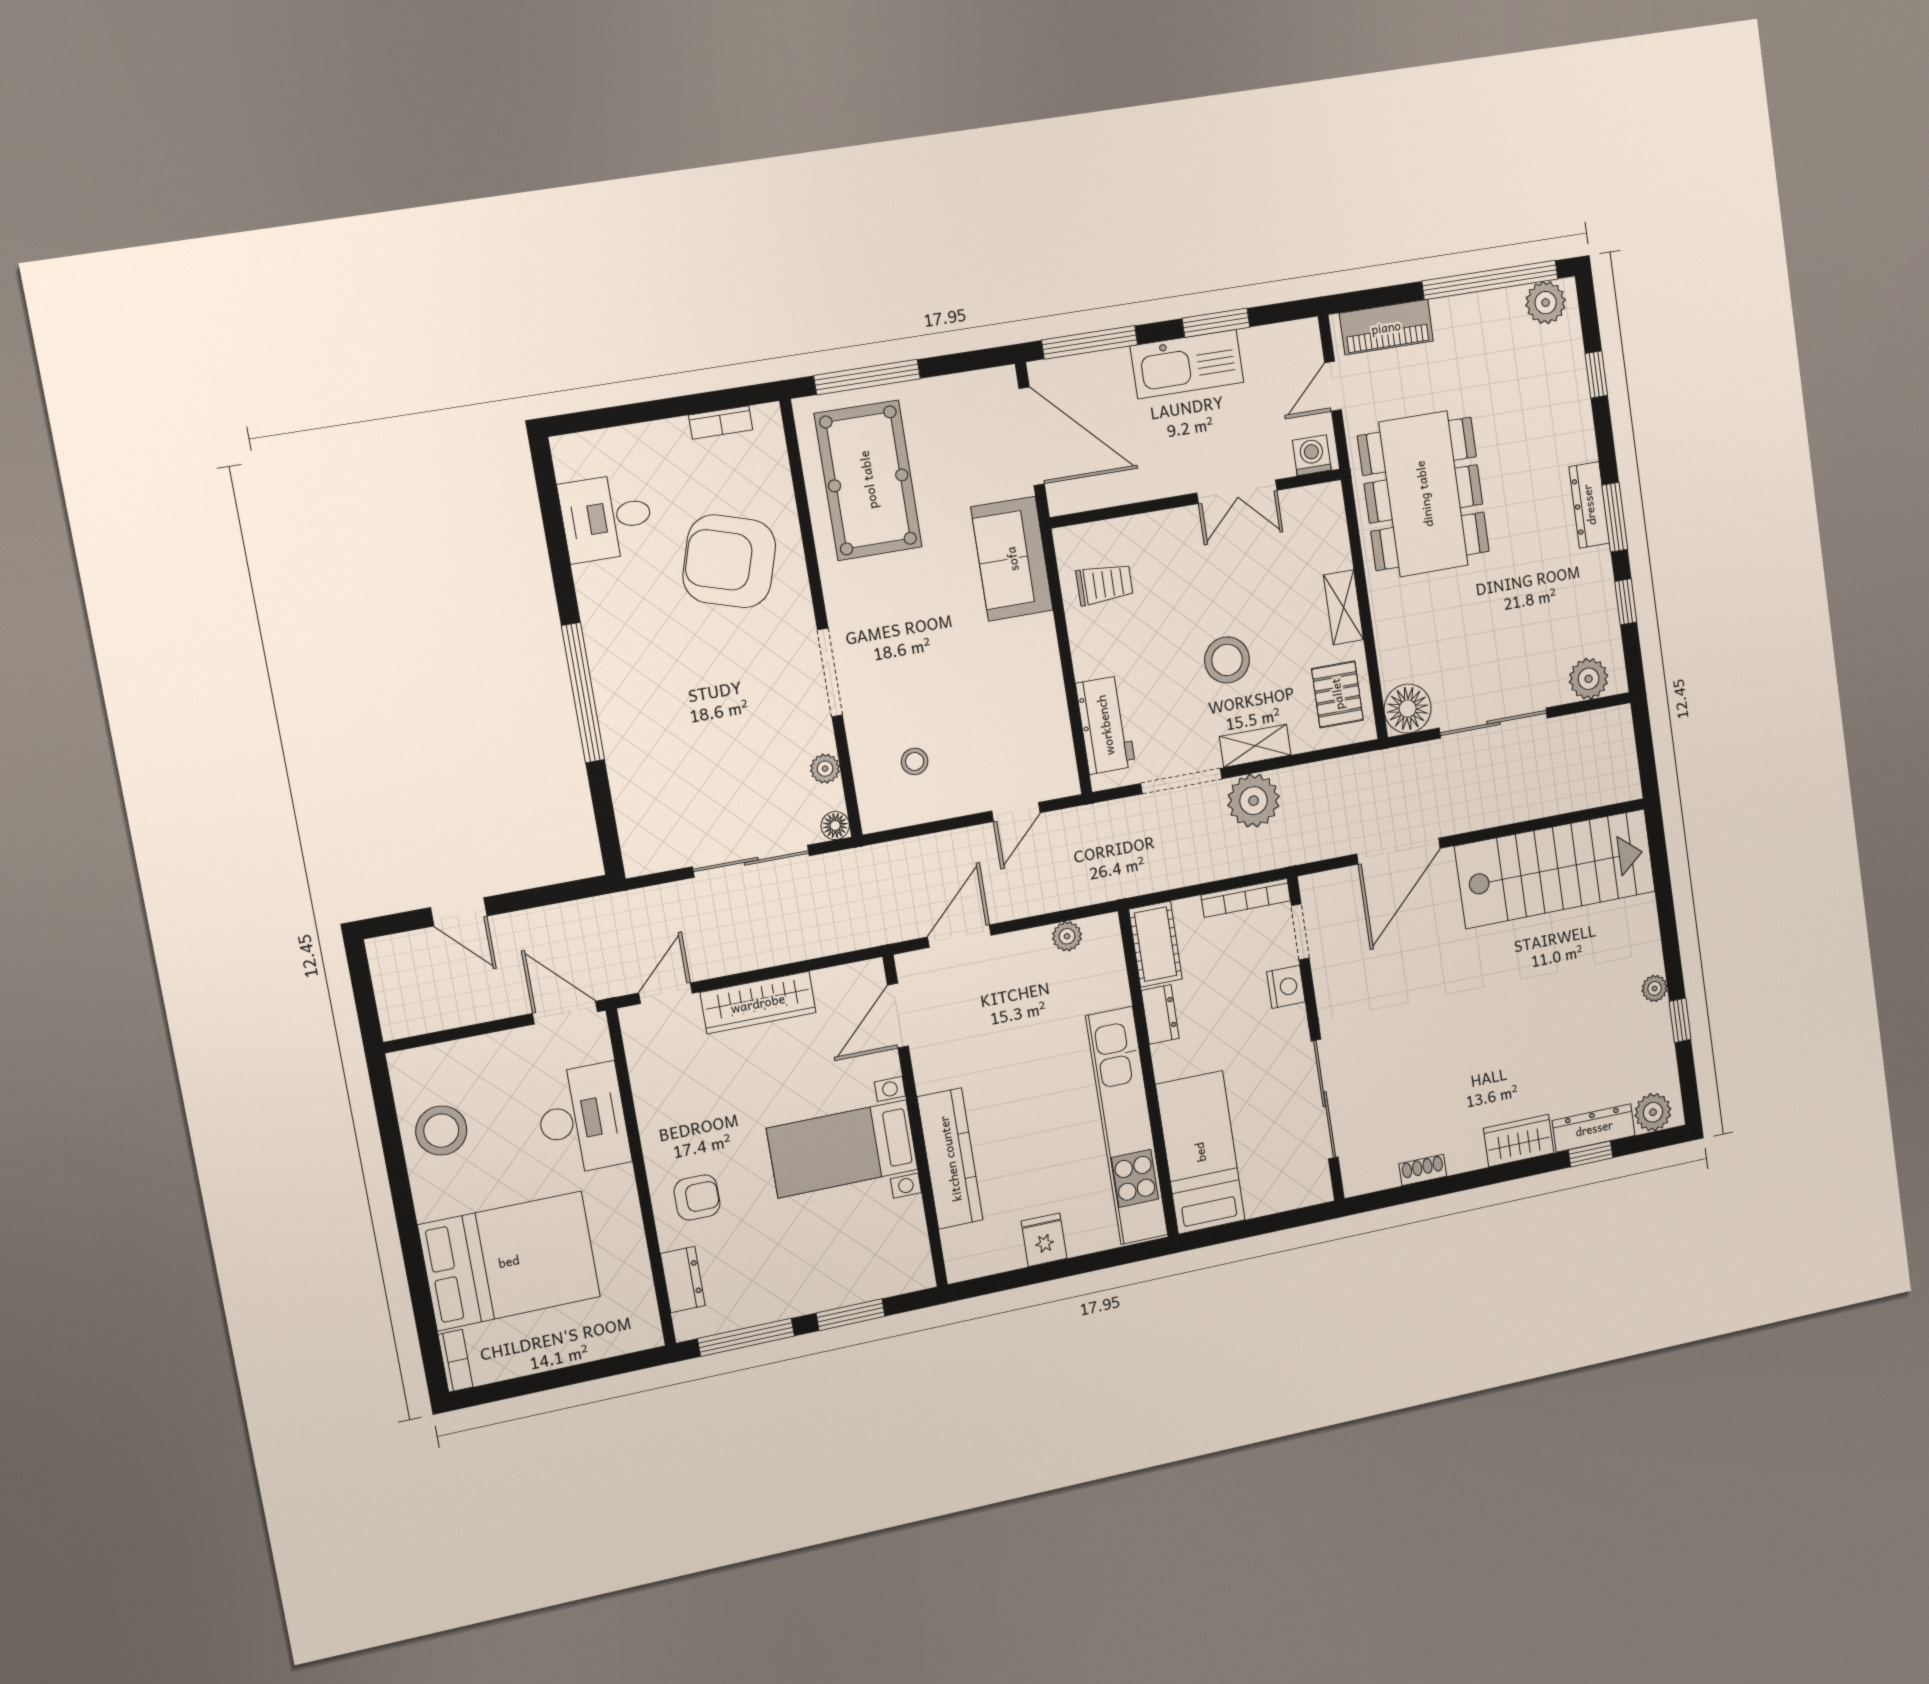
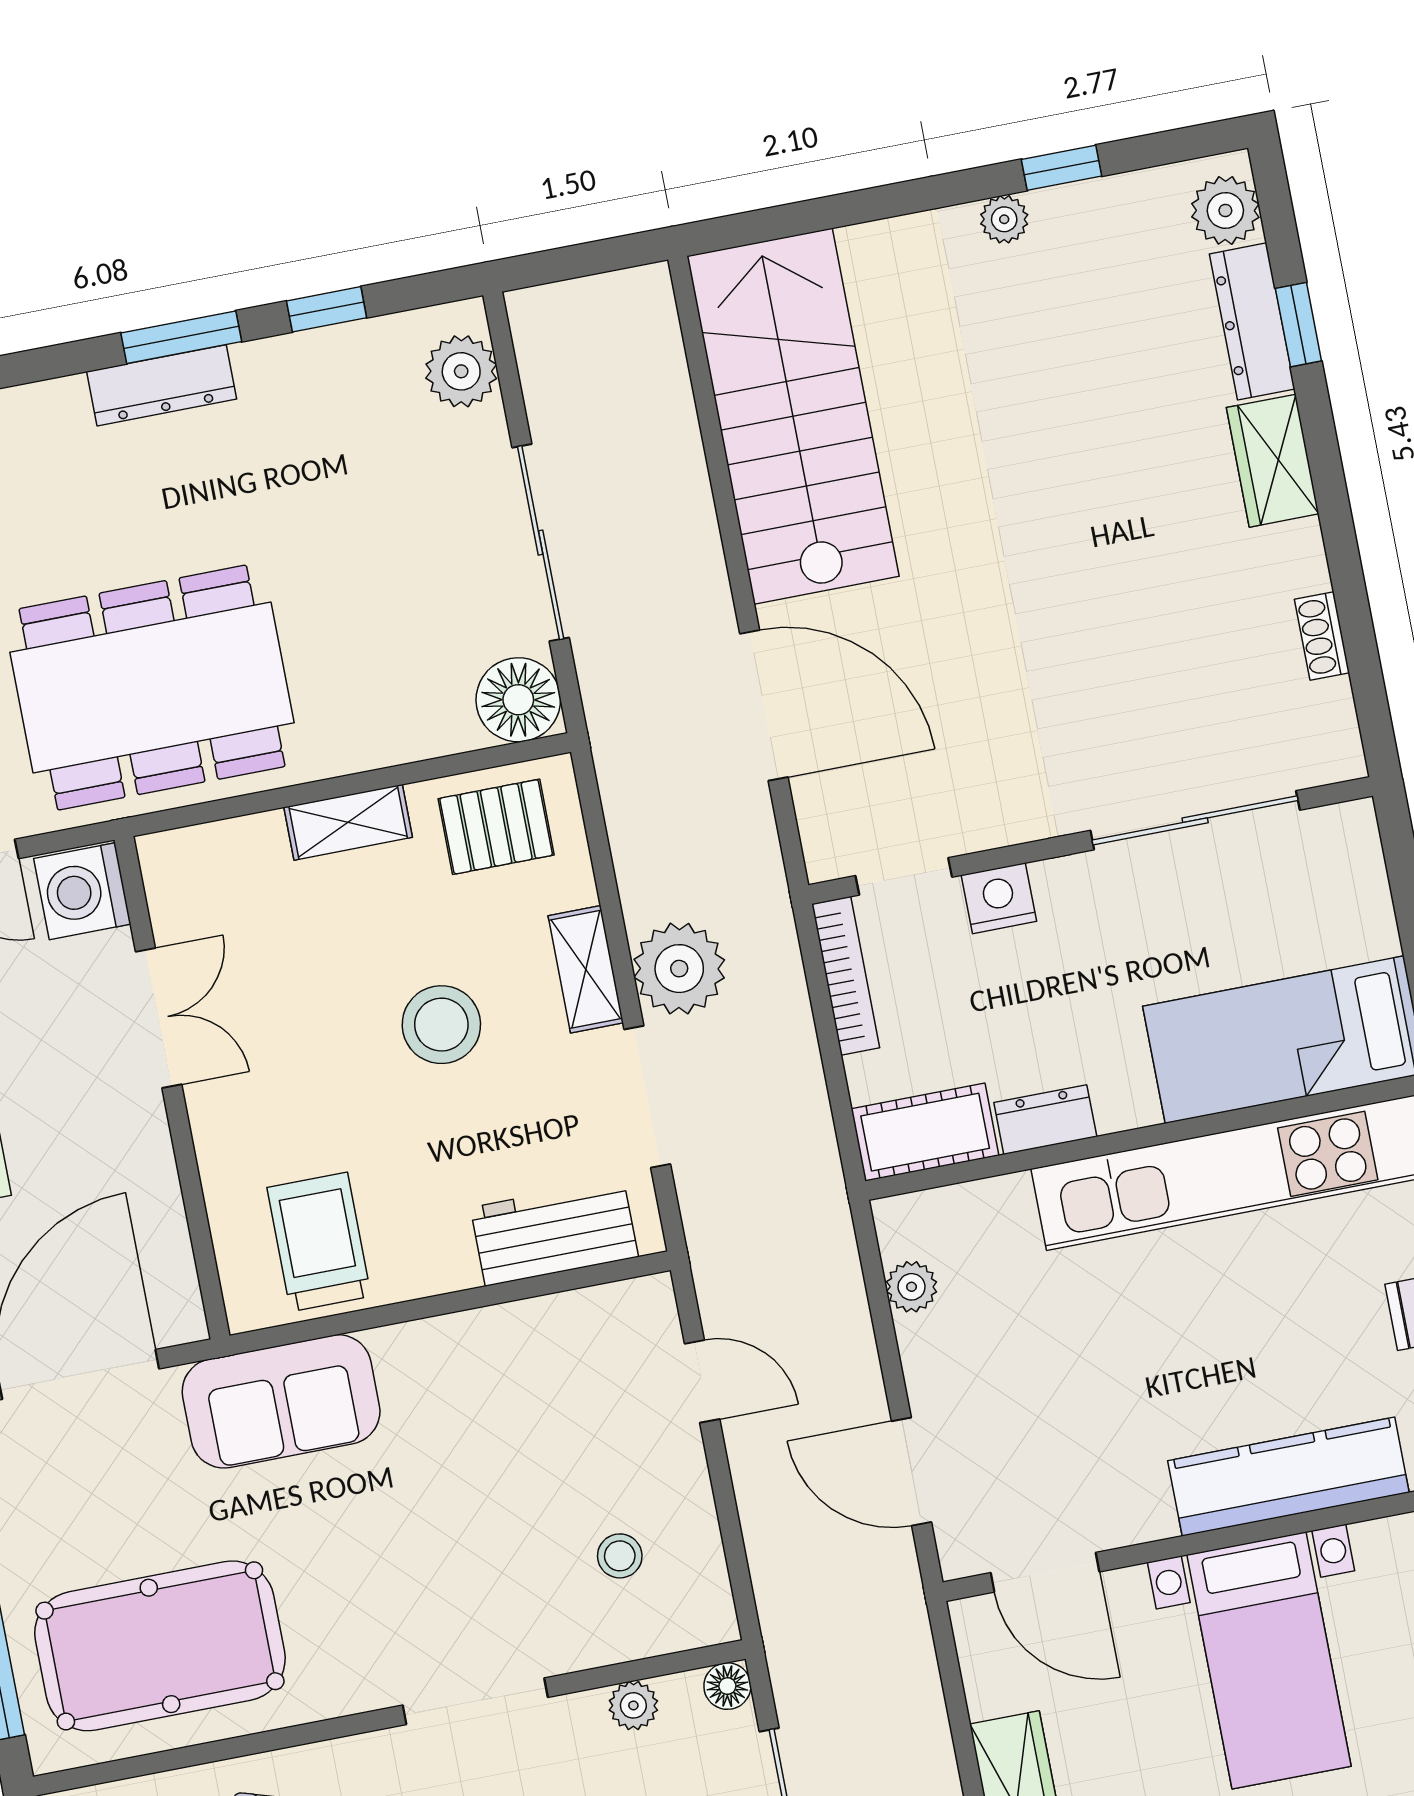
washing machine: (1312, 455) -> (82, 891), width x1.38, depth x1.38
trolley: (1105, 584) -> (319, 1242), width x1.36, depth x1.39

